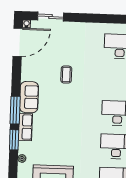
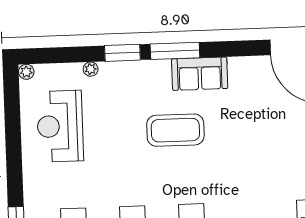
coffee table: (66, 75) -> (175, 130), moved, width x1.86, depth x1.72
row of seats: (25, 127) -> (146, 71), removed

